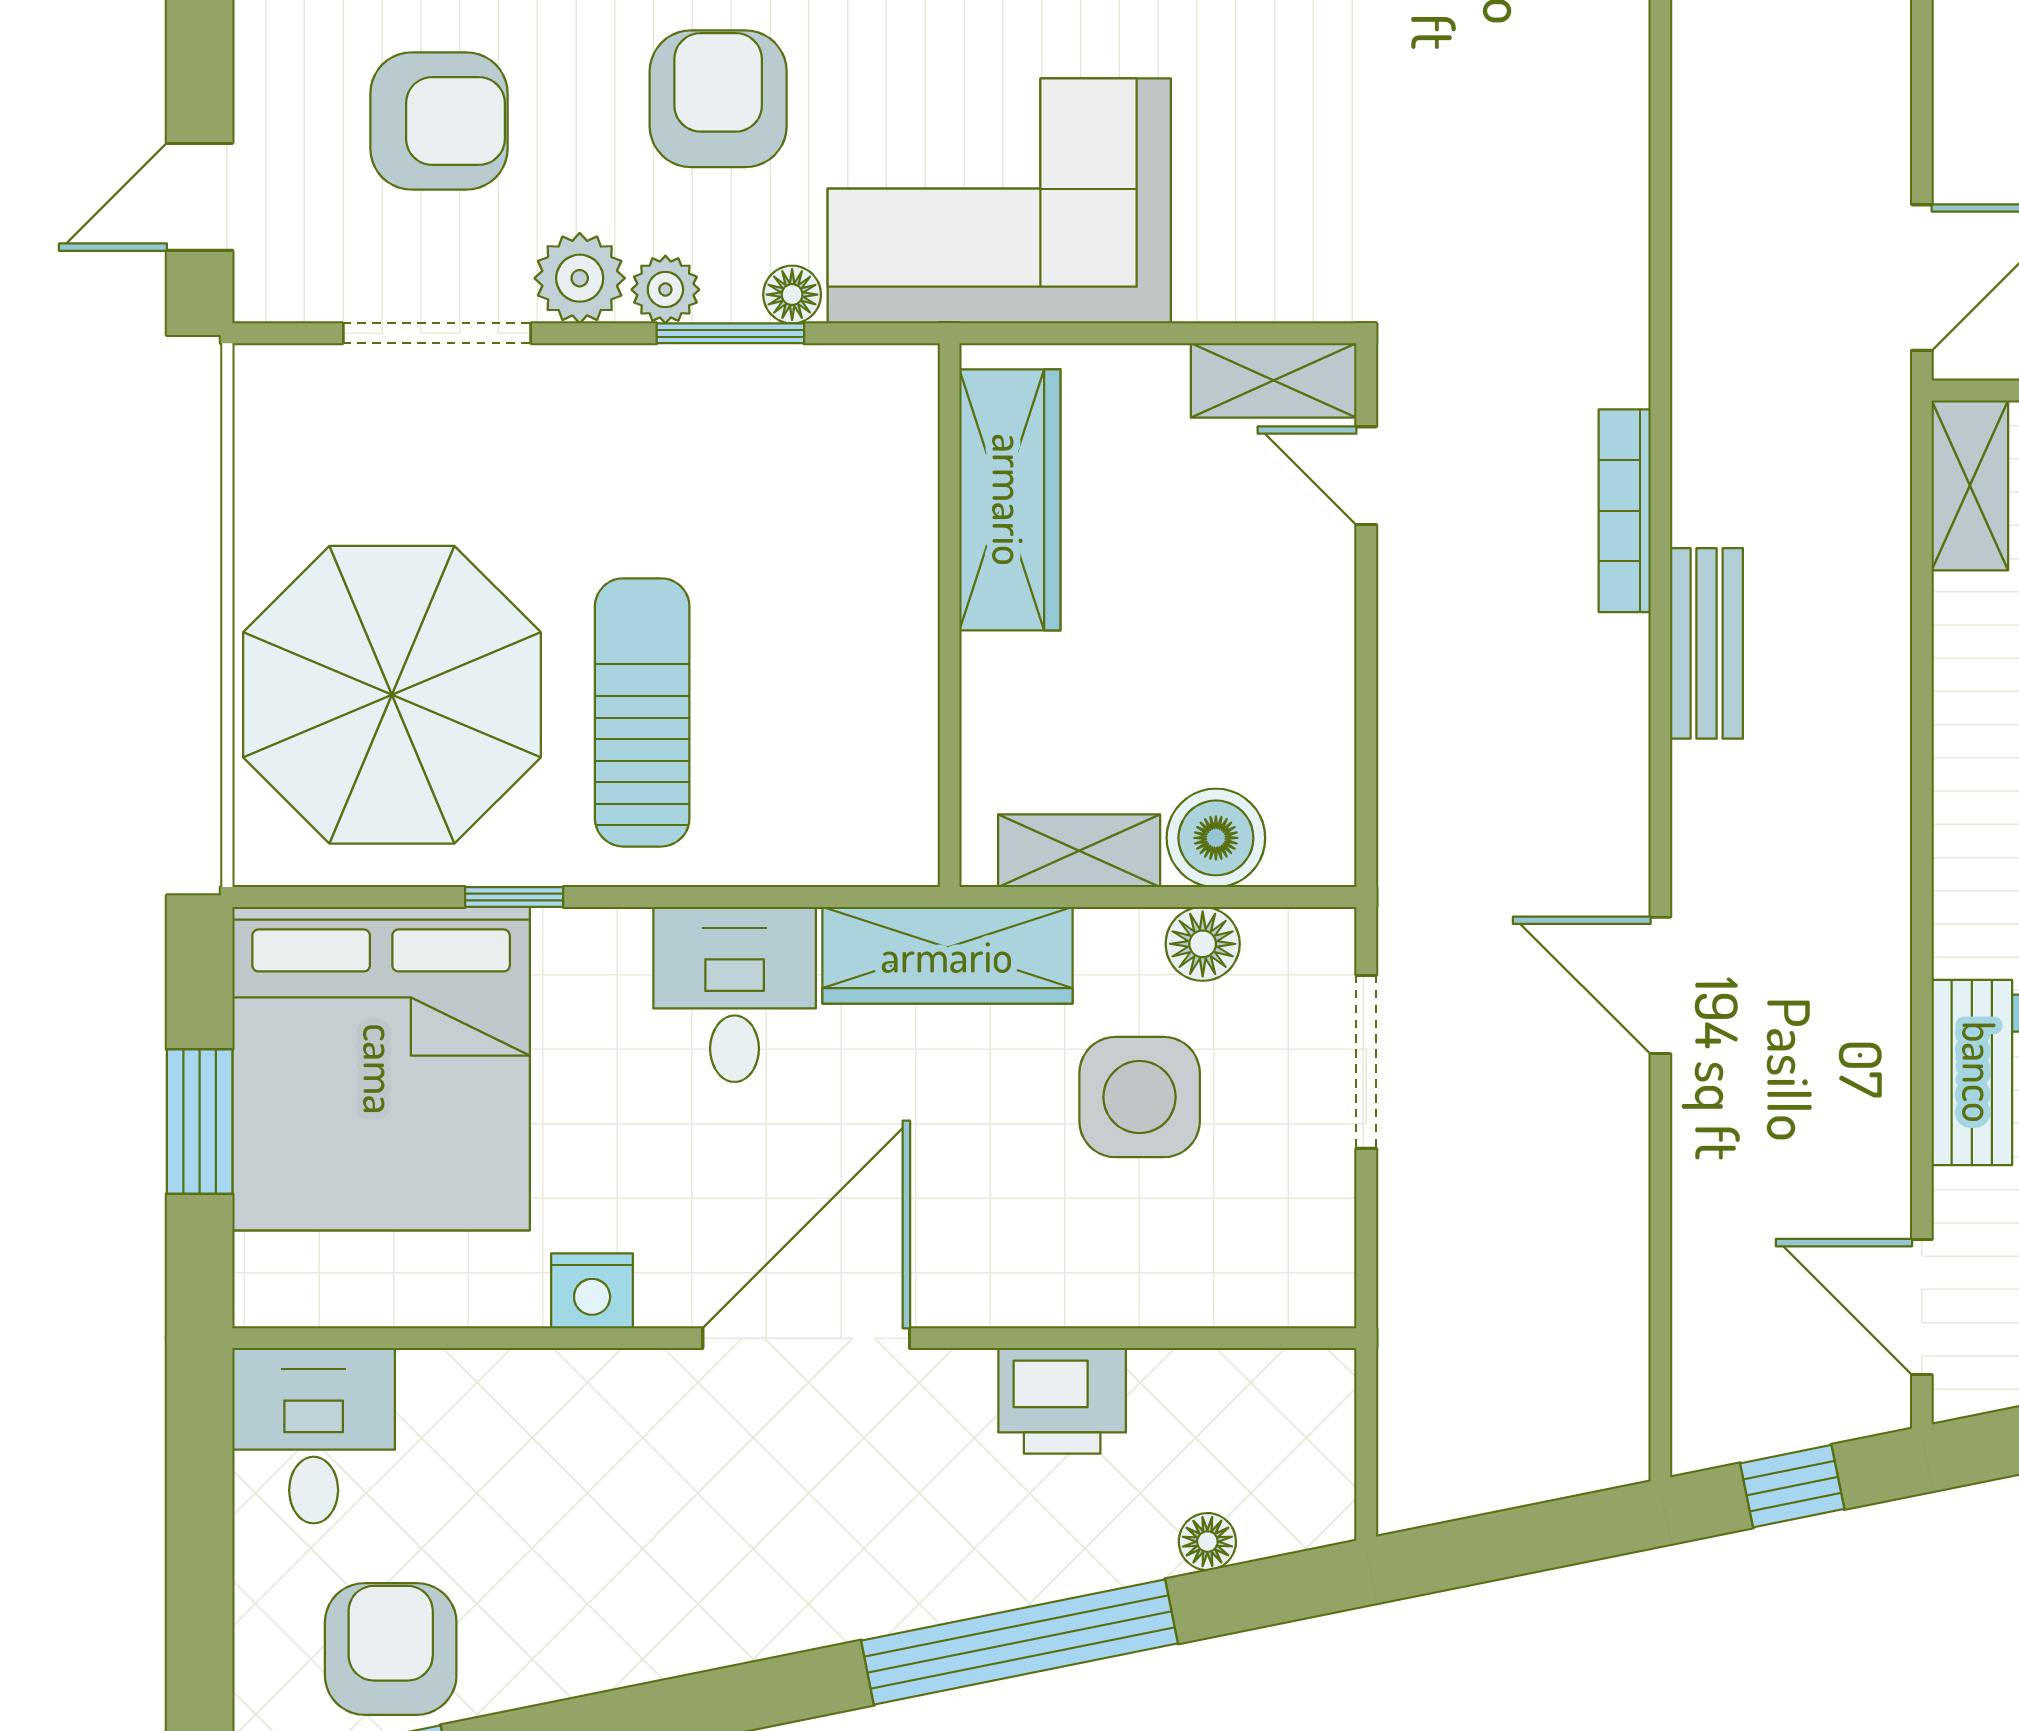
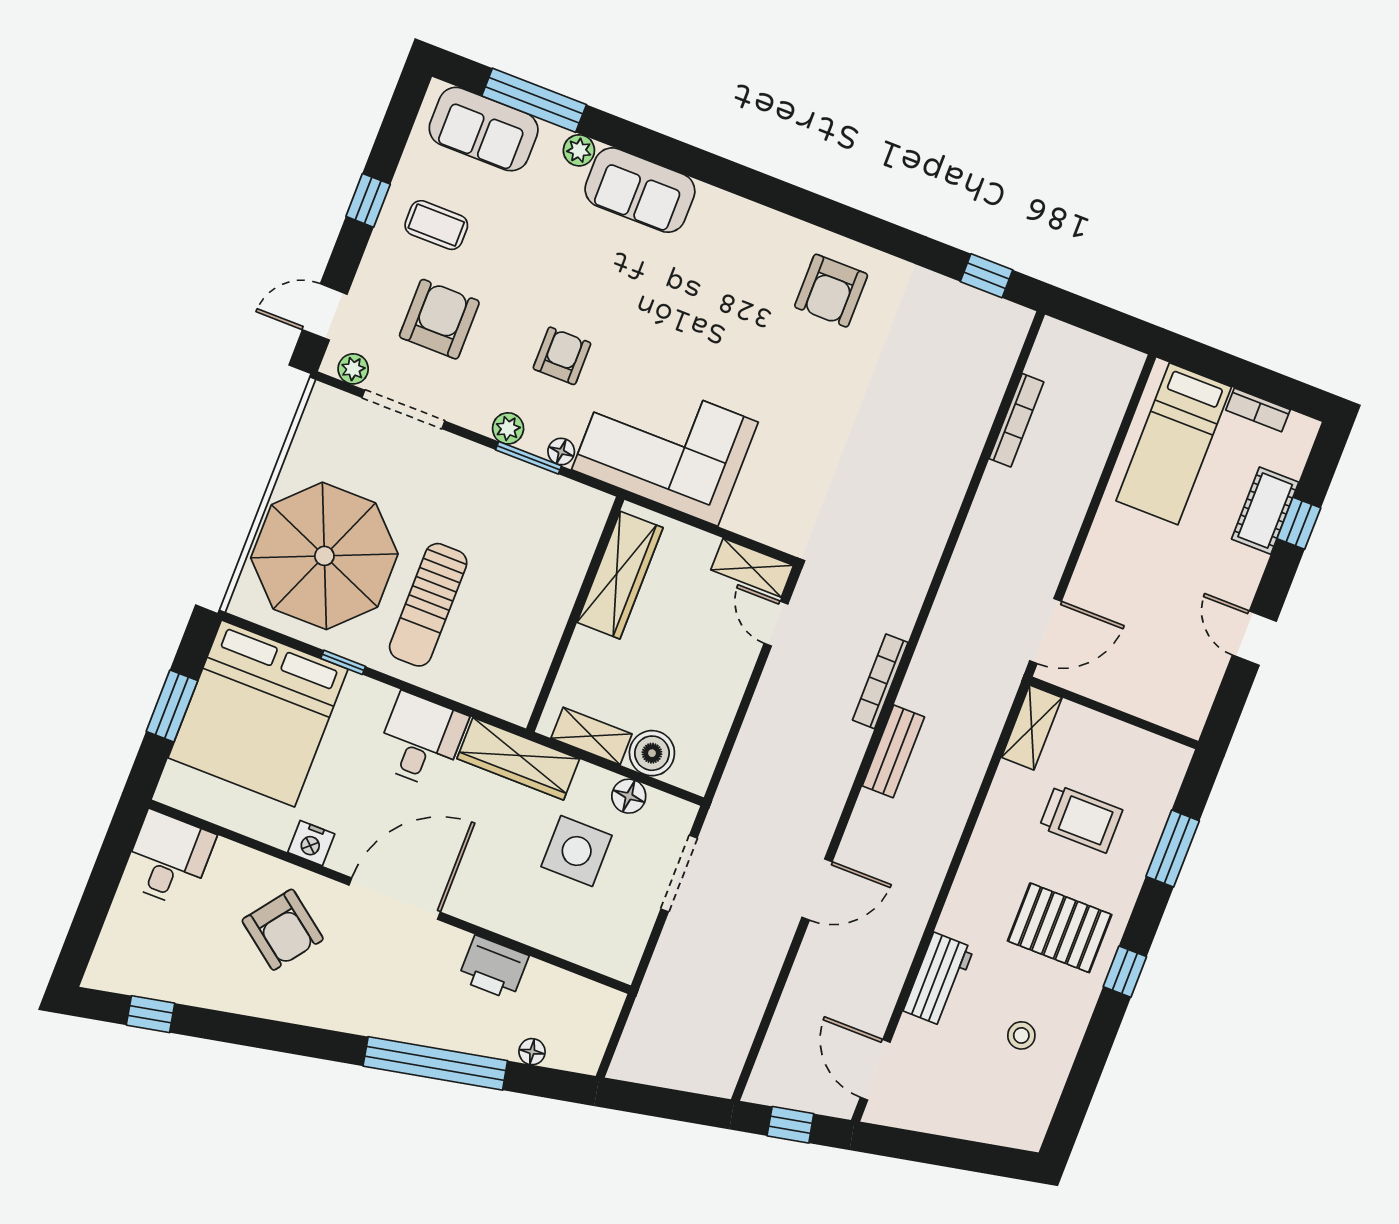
armchair: (718, 99) -> (562, 356), width x0.72, depth x0.72
armchair: (439, 121) -> (439, 319), turned -90
plant: (580, 278) -> (353, 369), moved, width x0.73, depth x0.73
sun lounger: (642, 712) -> (428, 605), turned 180
door: (1660, 985) -> (817, 889), swing flipped
armchair: (391, 1649) -> (283, 930), moved, turned 127

